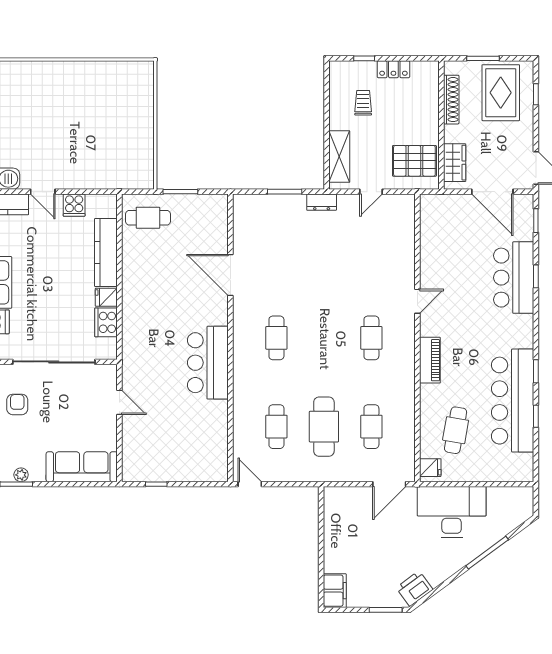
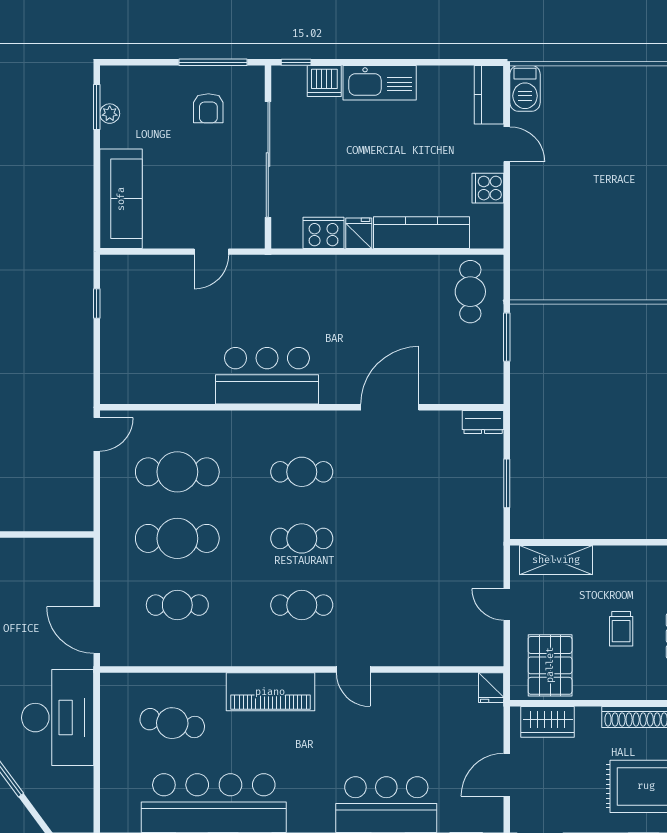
trolley: (363, 103) -> (621, 629), moved, turned 90
door: (43, 192) -> (507, 144), swing flipped
door: (492, 192) -> (507, 775), width x0.73
dresser: (322, 202) -> (483, 422), moved, turned -90
cafe table: (324, 338) -> (302, 538), added
piano: (430, 360) -> (270, 692), width x1.37, depth x1.33
armchair: (17, 404) -> (208, 108), turned 90
cafe table: (276, 427) -> (177, 472), width x1.37, depth x1.35
fridge: (430, 468) -> (491, 688), moved

